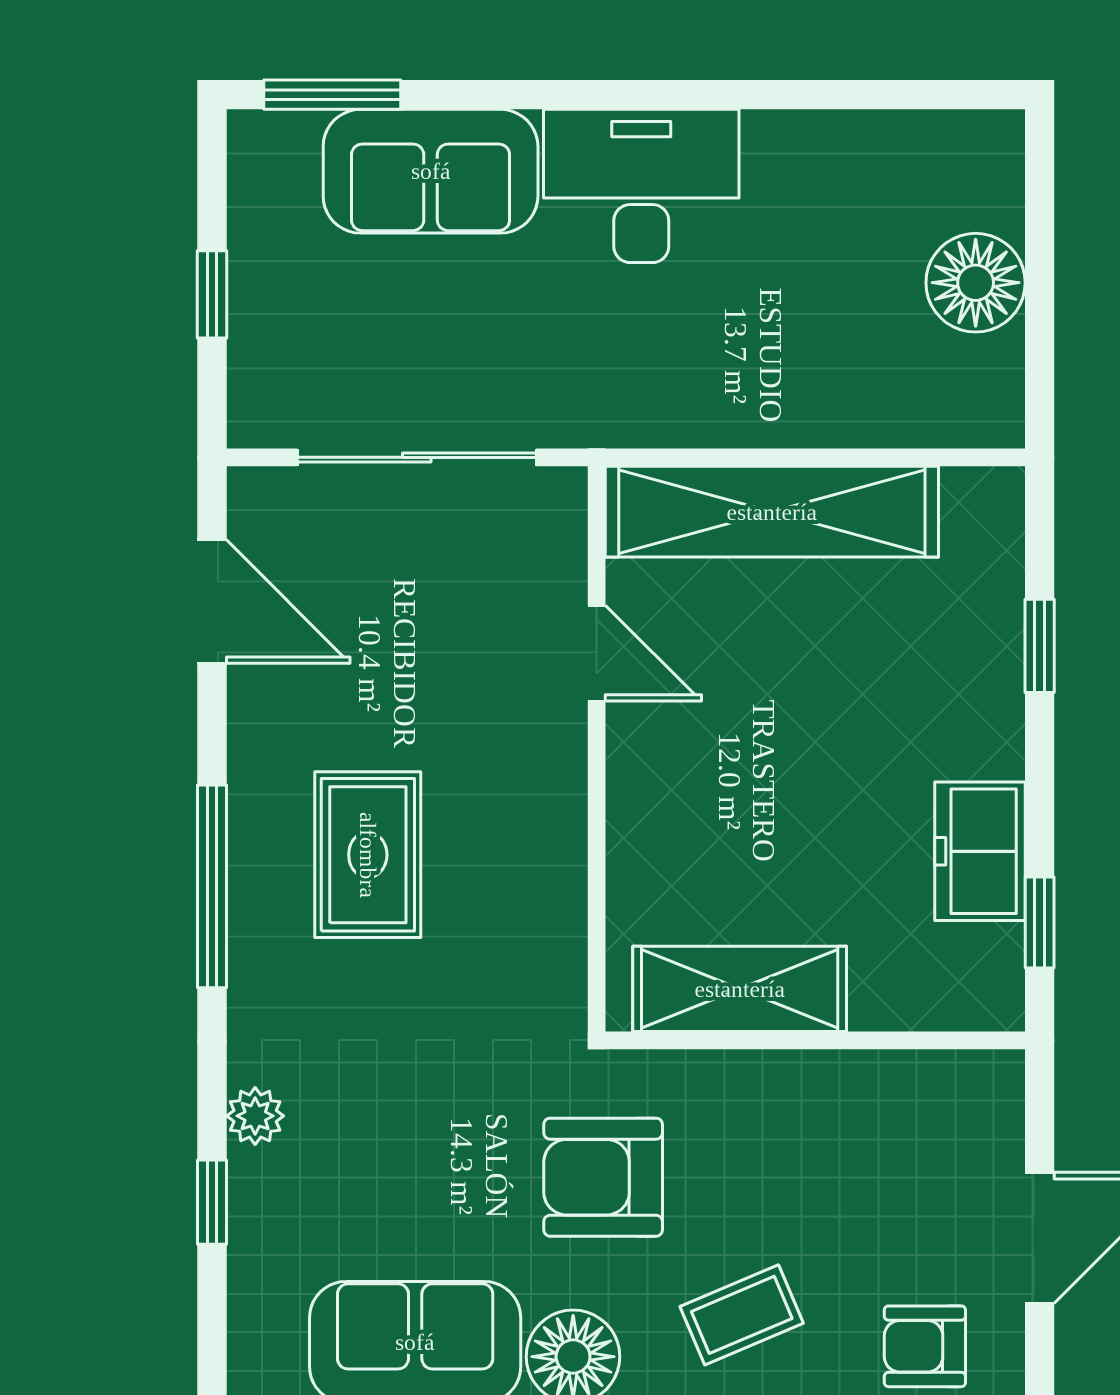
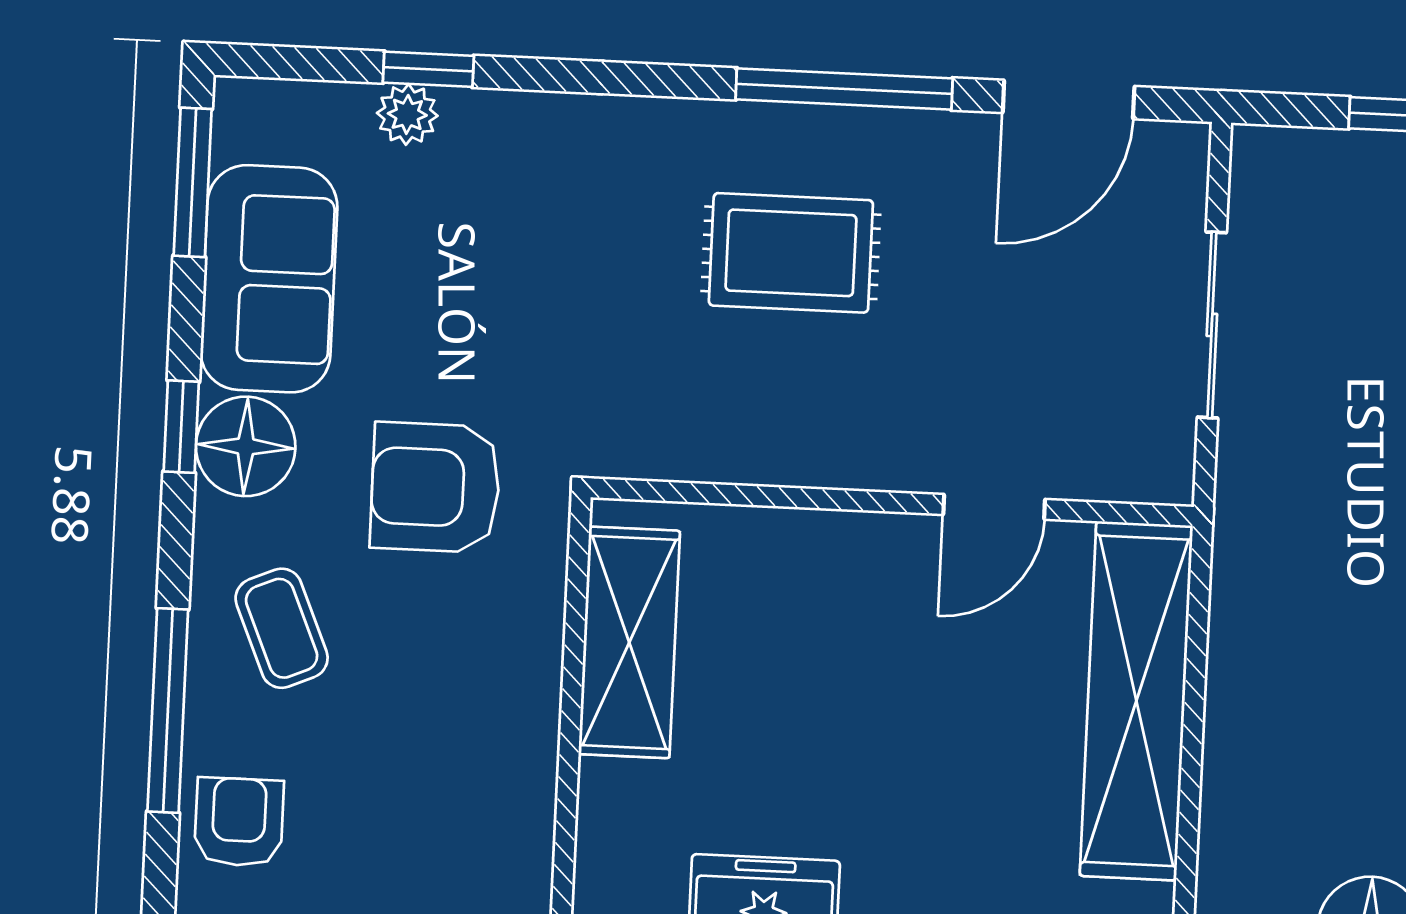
sliding door: (417, 457) -> (1212, 325), width x0.73
window: (212, 886) -> (844, 89), moved
plant: (255, 1116) -> (407, 114), moved
armchair: (603, 1177) -> (435, 487), turned -90

